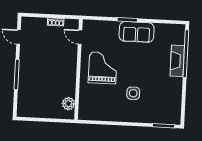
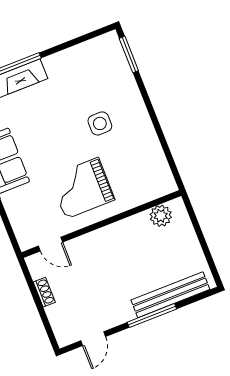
door: (80, 37) -> (50, 244), hinge flipped
bench: (23, 90) -> (170, 295), added

